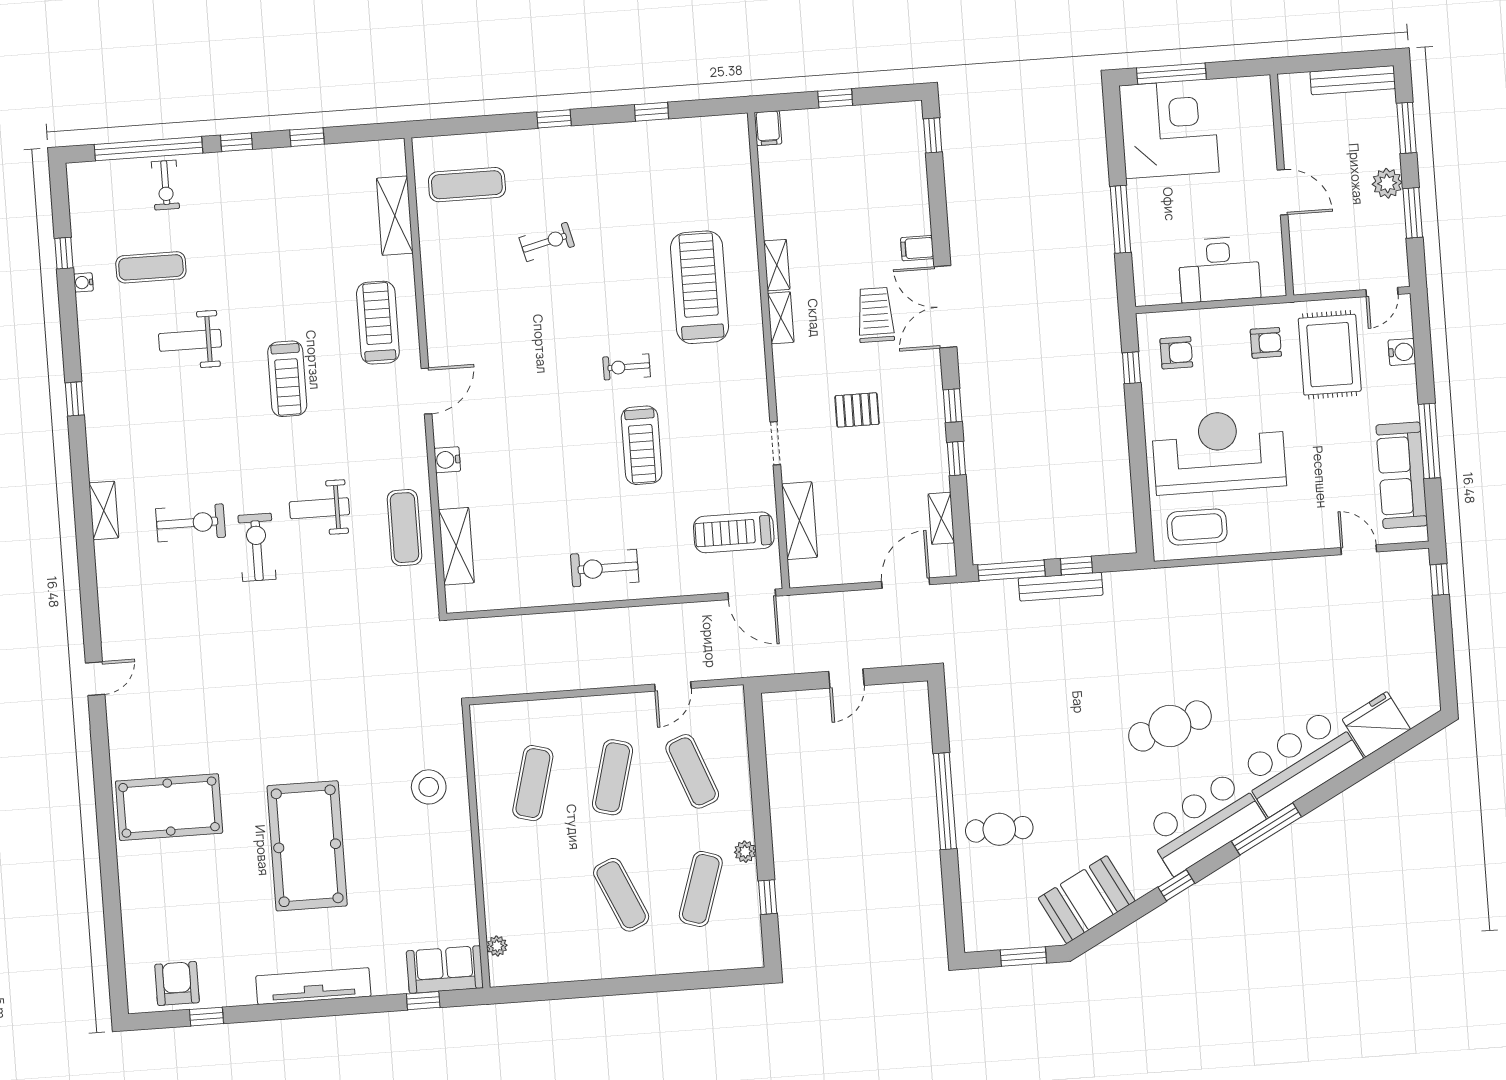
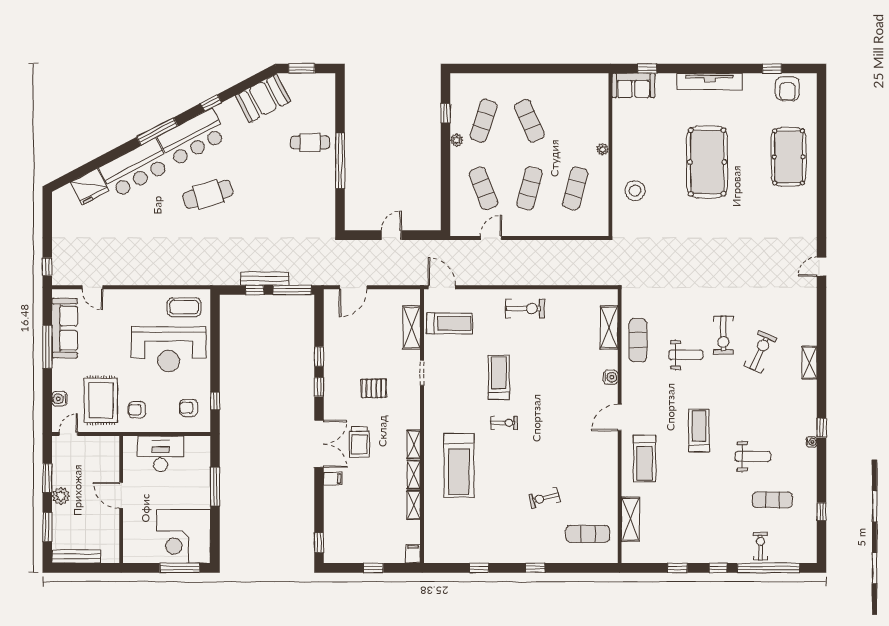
water cooler: (83, 282) -> (812, 442), moved
shelving: (941, 518) -> (414, 505), moved
exercise bike: (191, 523) -> (760, 352), turned 114
pool table: (169, 807) -> (789, 157), moved, turned 90
plant: (497, 946) -> (603, 149), moved

